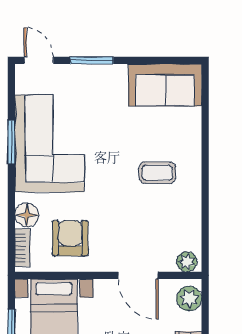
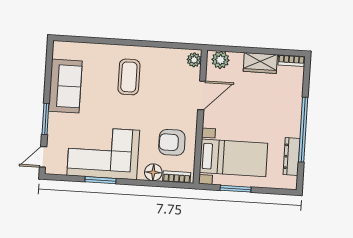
sofa: (165, 85) -> (65, 86), moved
coffee table: (157, 173) -> (129, 77), width x1.36, depth x1.30

